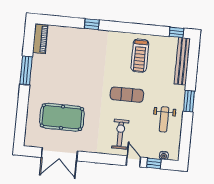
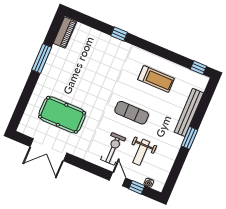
treadmill: (140, 56) -> (156, 79), turned -90
bench: (182, 61) -> (189, 112), moved
weight bench: (164, 119) -> (141, 152), moved

